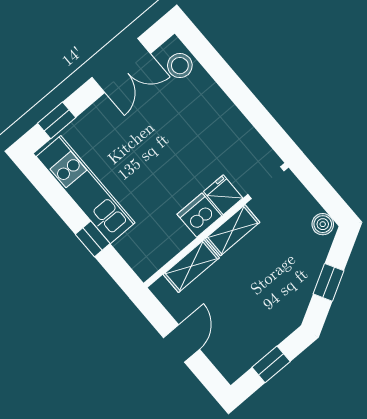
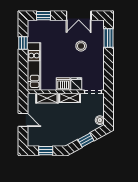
window: (211, 60) -> (109, 38), added
stool: (180, 66) -> (81, 46), moved
kitchen unit: (86, 190) -> (34, 67), moved
window: (93, 239) -> (23, 43), moved
door: (182, 343) -> (23, 120), hinge flipped

